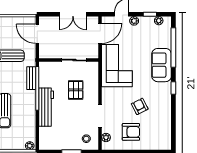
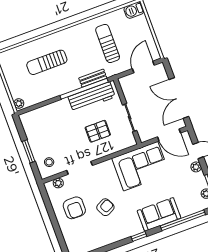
double door: (73, 14) -> (179, 98), width x1.37
workbench: (46, 107) -> (92, 97), moved

